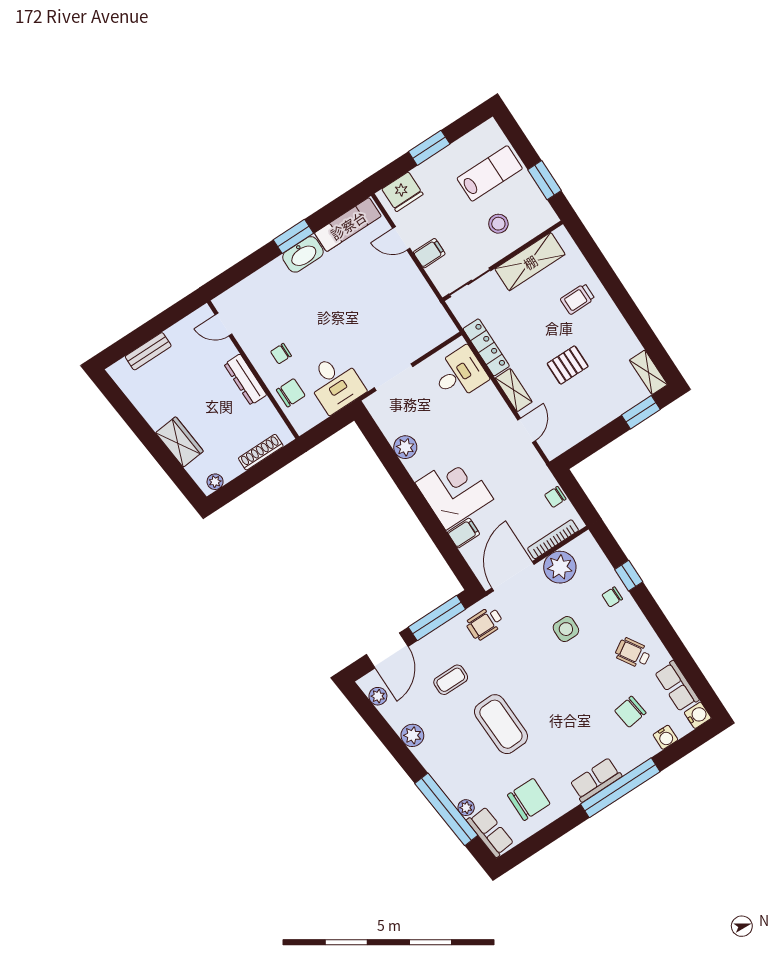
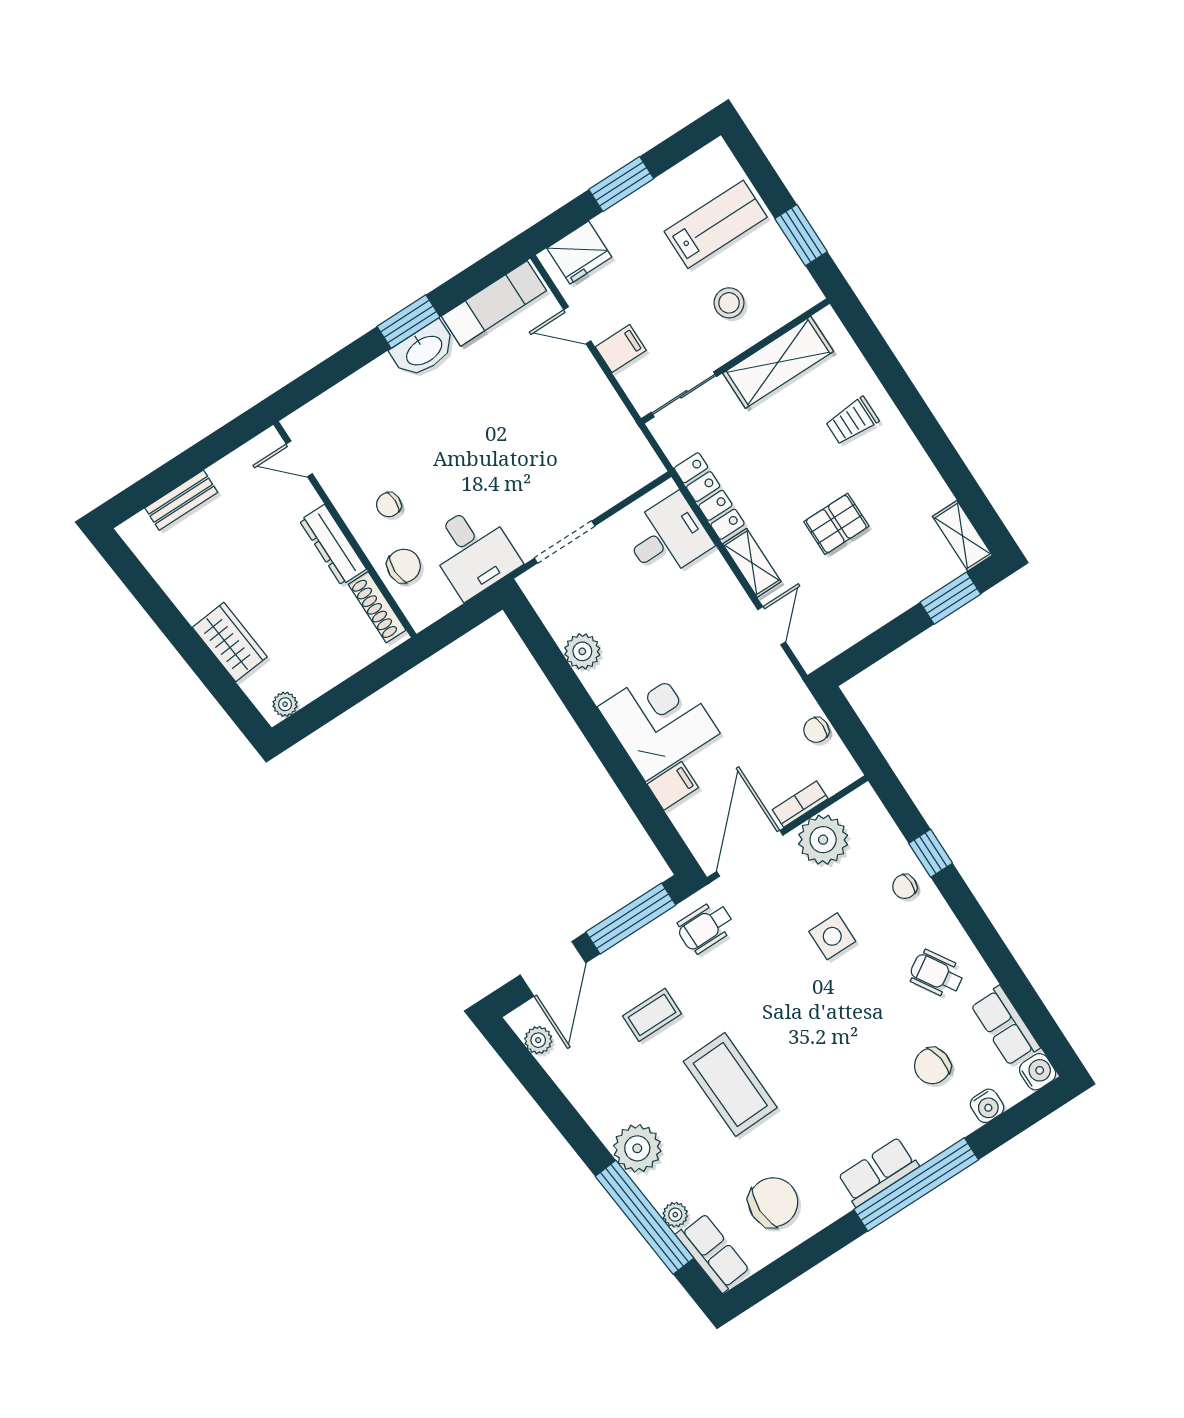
shoe rack: (261, 452) -> (377, 607), moved, turned -90
bookcase: (553, 539) -> (800, 804), width x0.64
plant: (412, 735) -> (637, 1148), moved, width x1.36, depth x1.36

